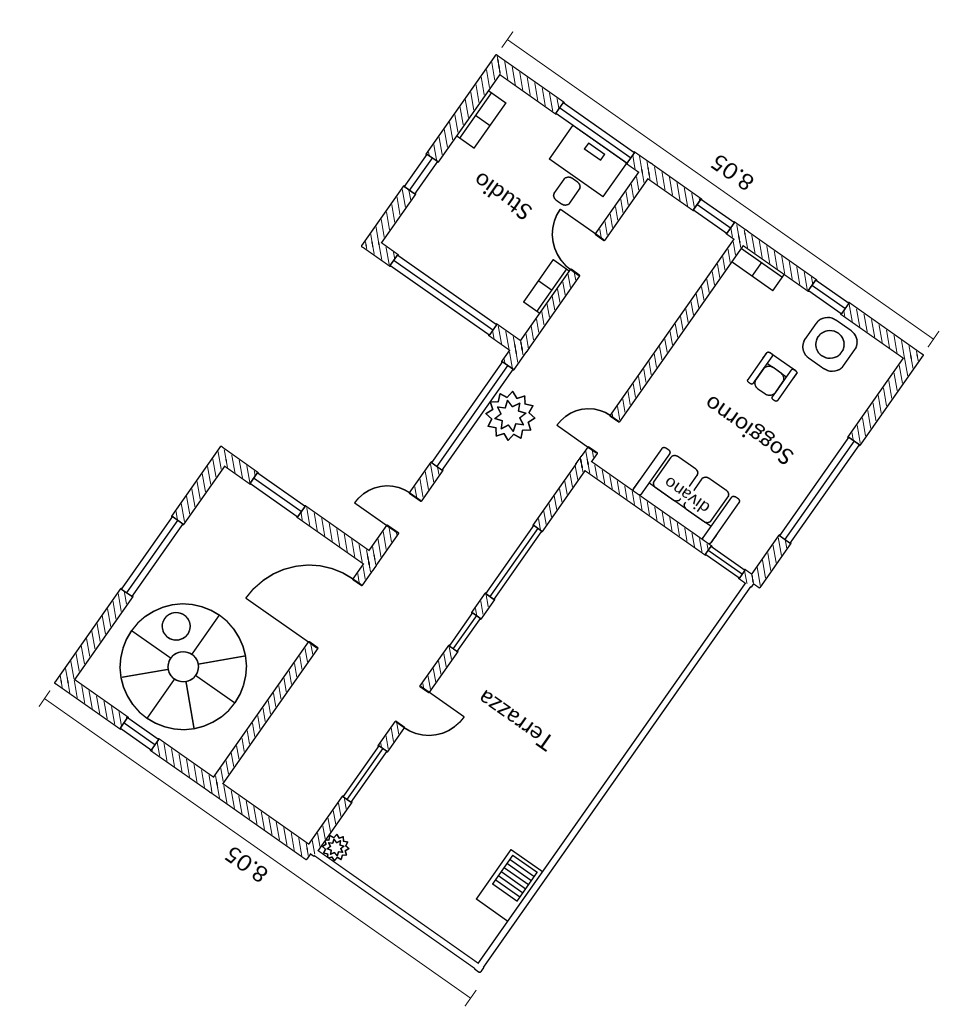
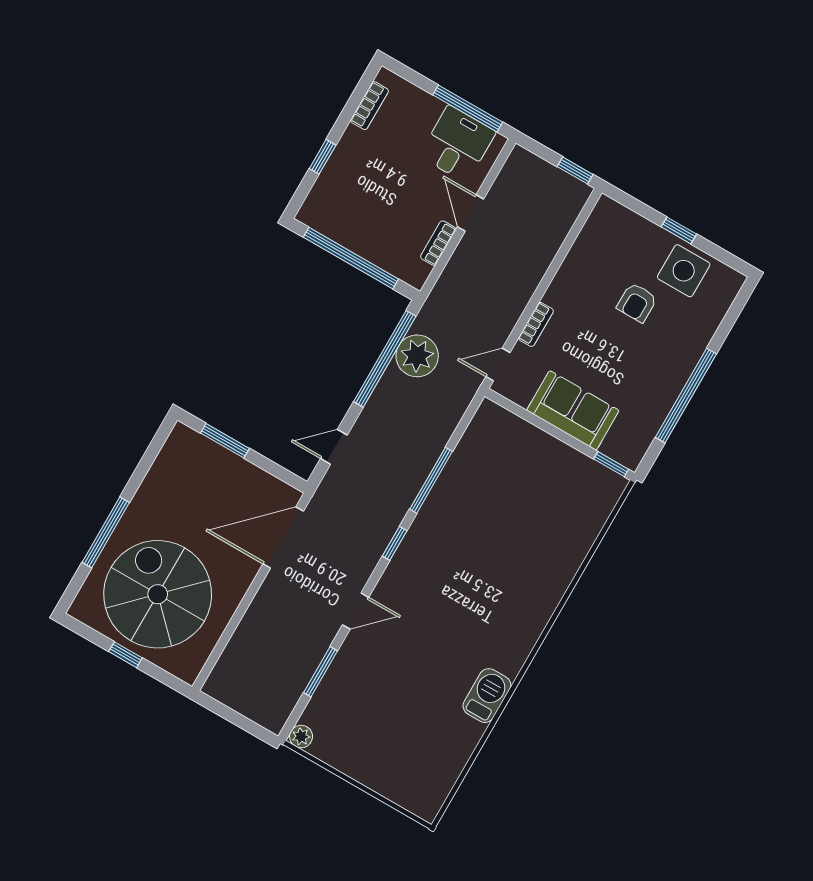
bookcase: (758, 268) -> (536, 324), moved, turned -90
window: (152, 557) -> (106, 532), moved
barbecue: (510, 886) -> (487, 696), moved

